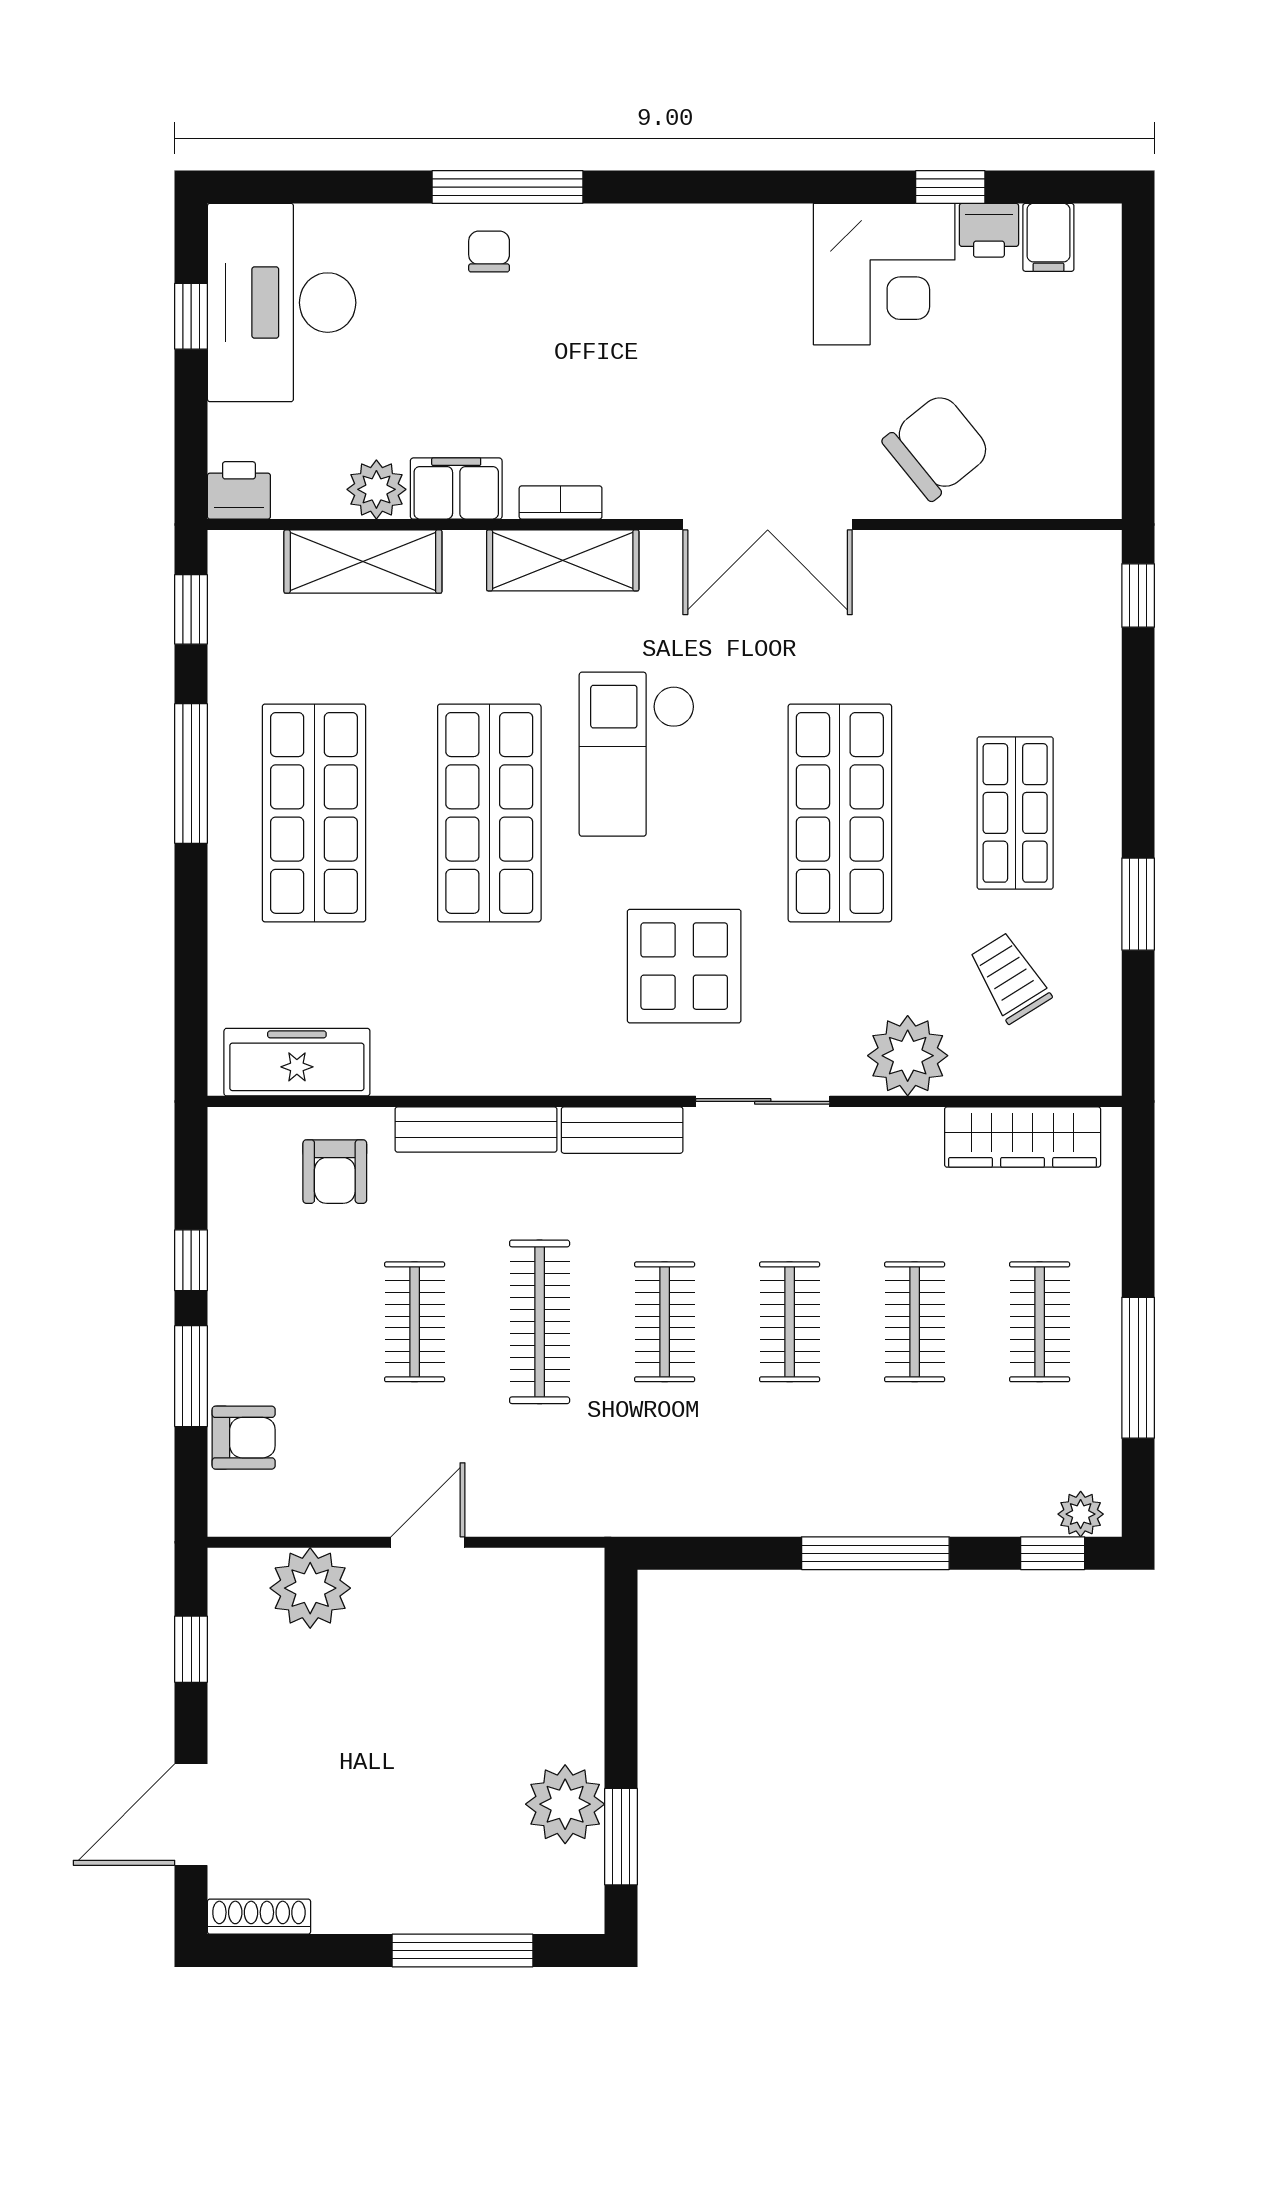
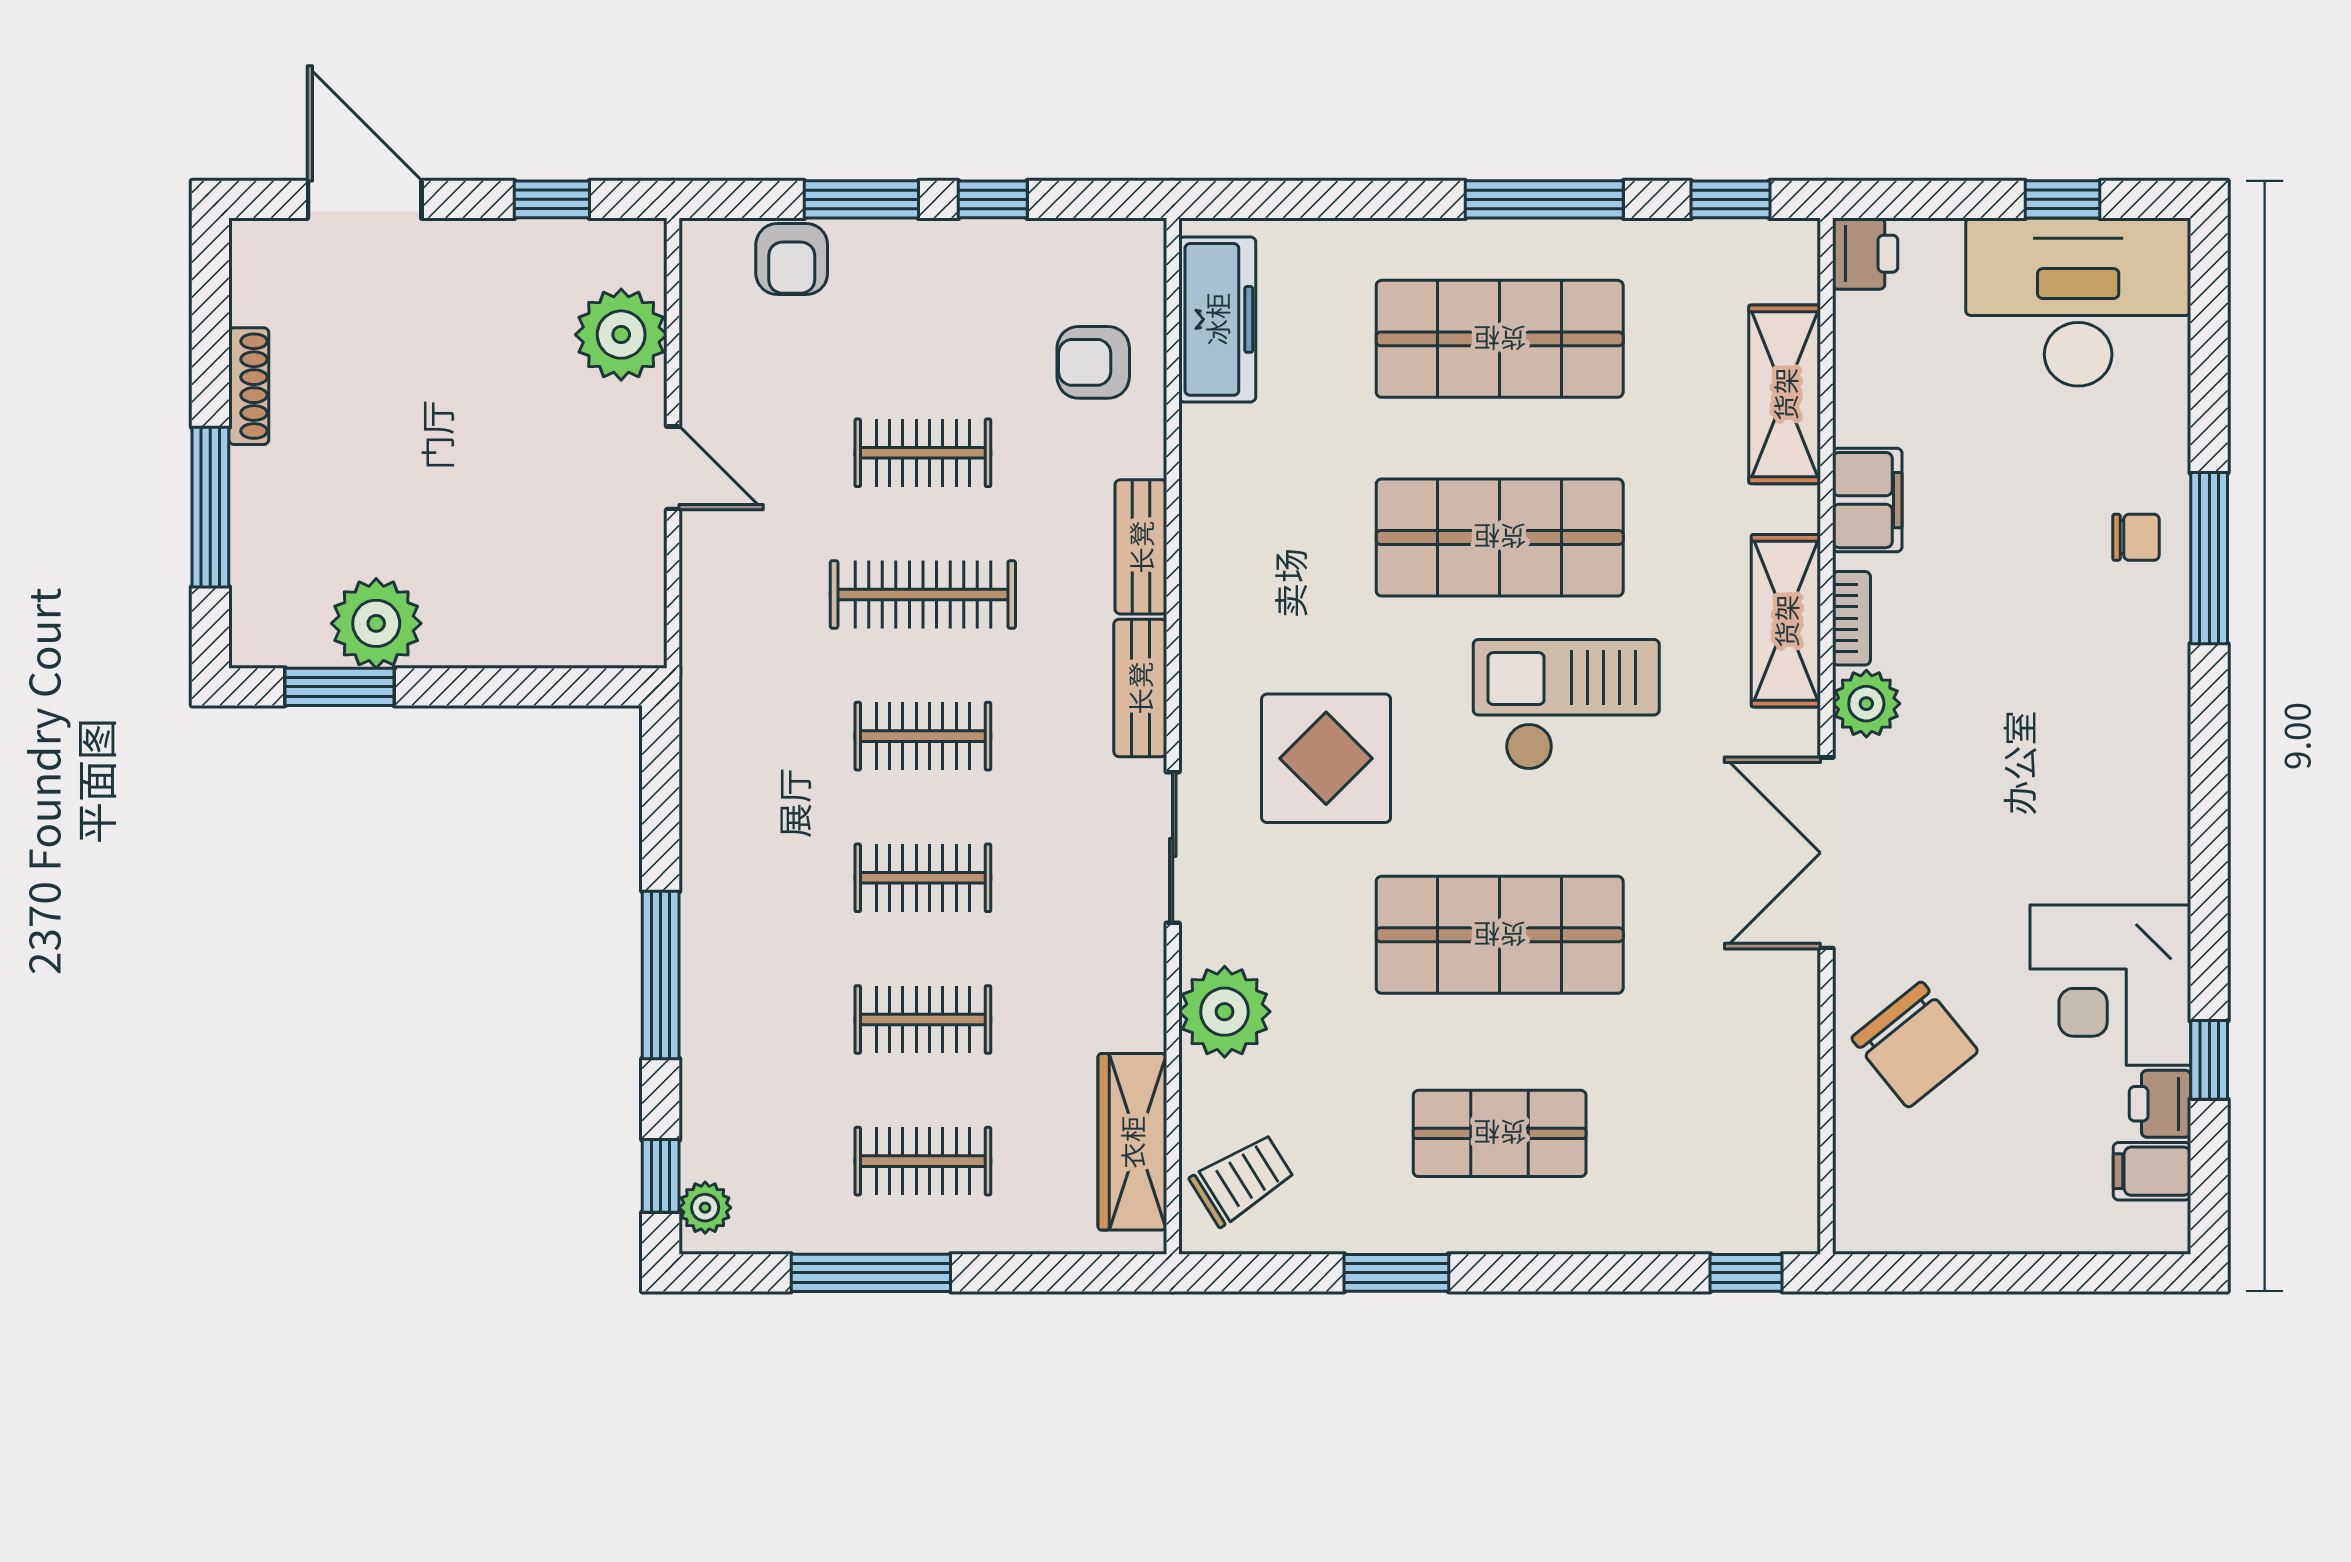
plant: (376, 489) -> (1866, 704), moved
trolley: (1010, 978) -> (1242, 1180), moved
bench: (476, 1130) -> (1141, 547), width x0.73
shoe rack: (259, 1917) -> (249, 386), moved

